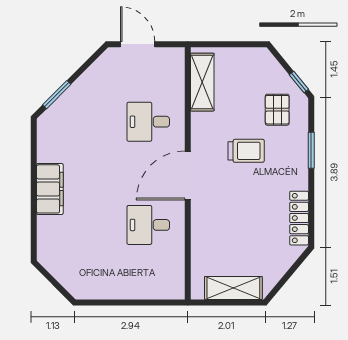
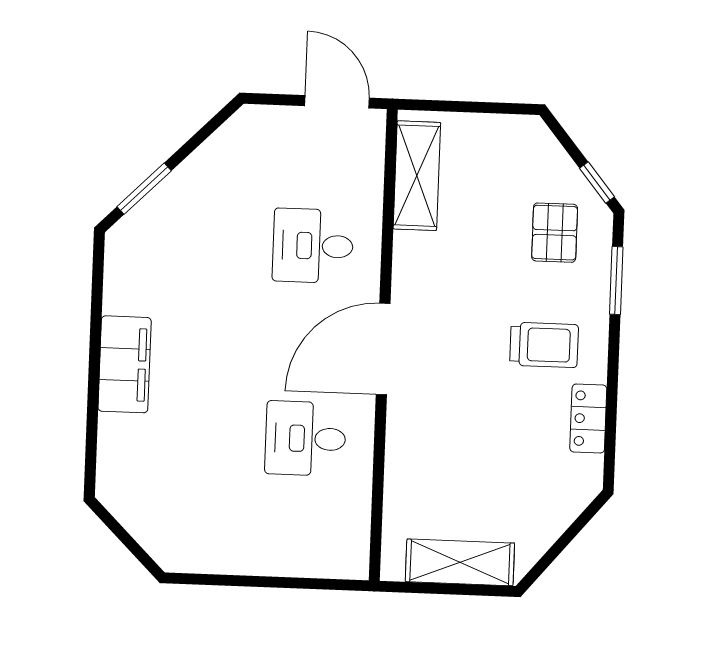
door: (138, 44) -> (337, 102), moved
window: (311, 150) -> (616, 281), moved
trolley: (246, 151) -> (544, 345), moved
locker: (299, 218) -> (588, 418), width x0.66

